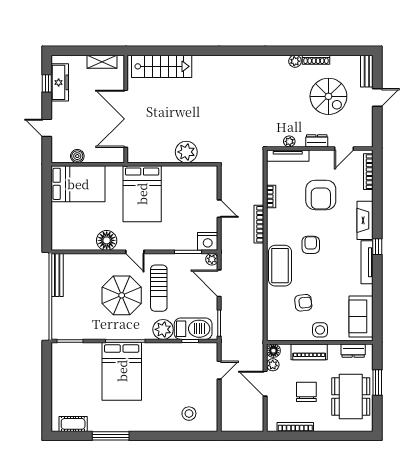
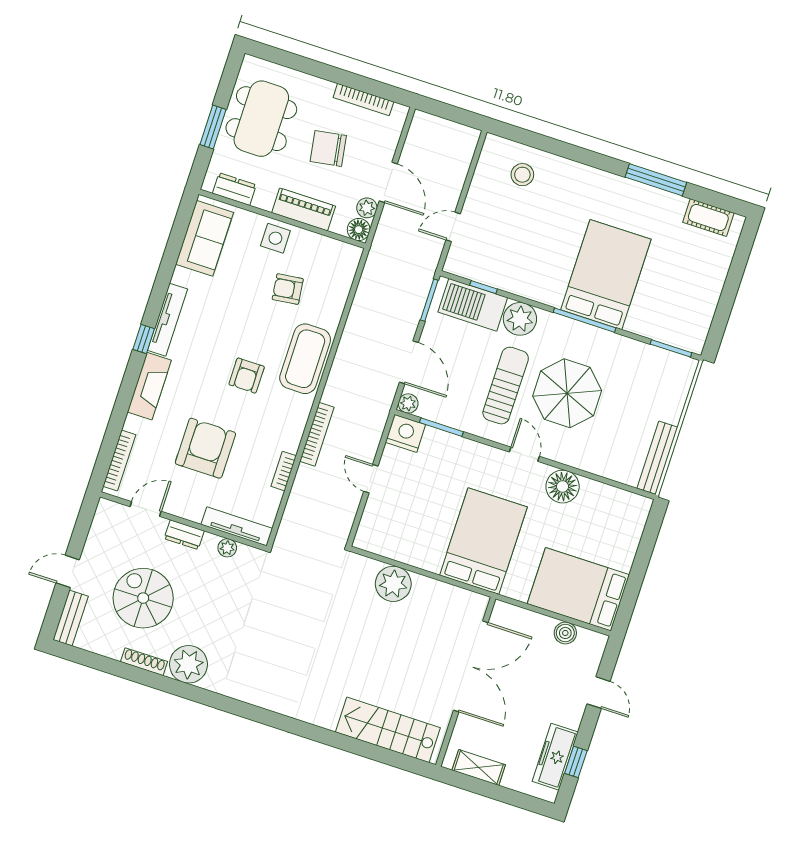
plant: (295, 61) -> (189, 664), width x1.87, depth x1.87
chair: (306, 392) -> (328, 149), turned 81

